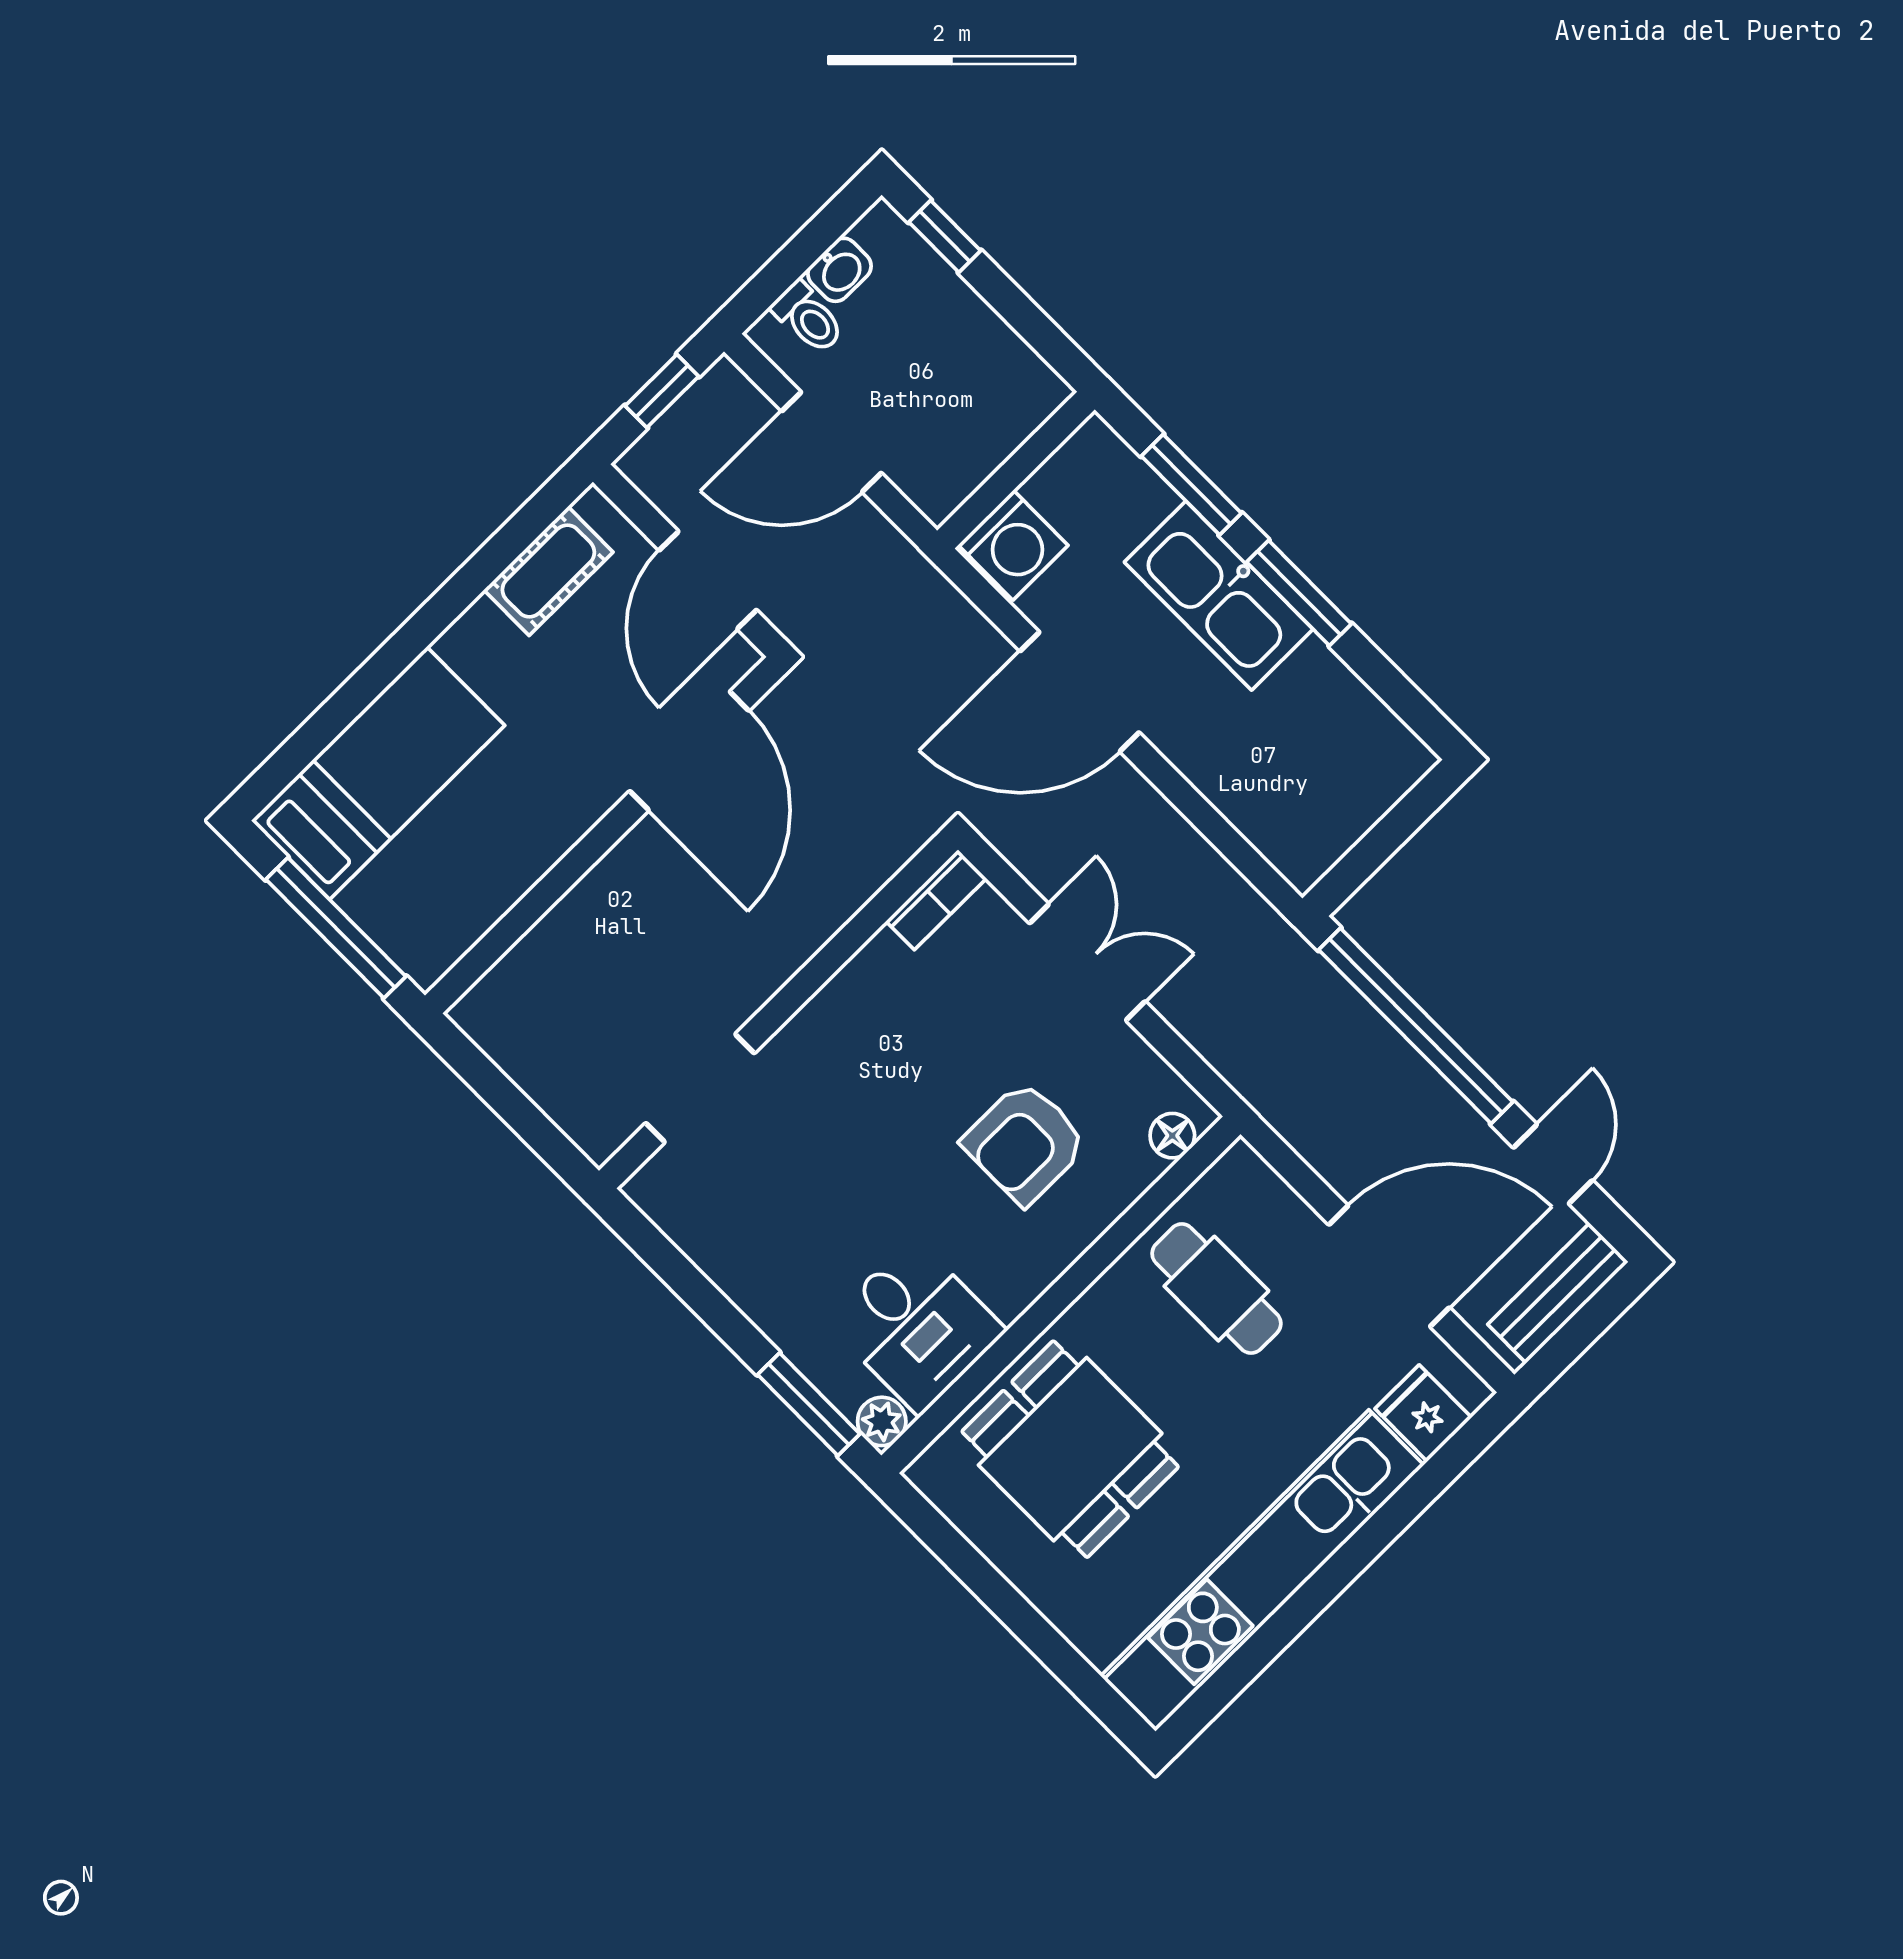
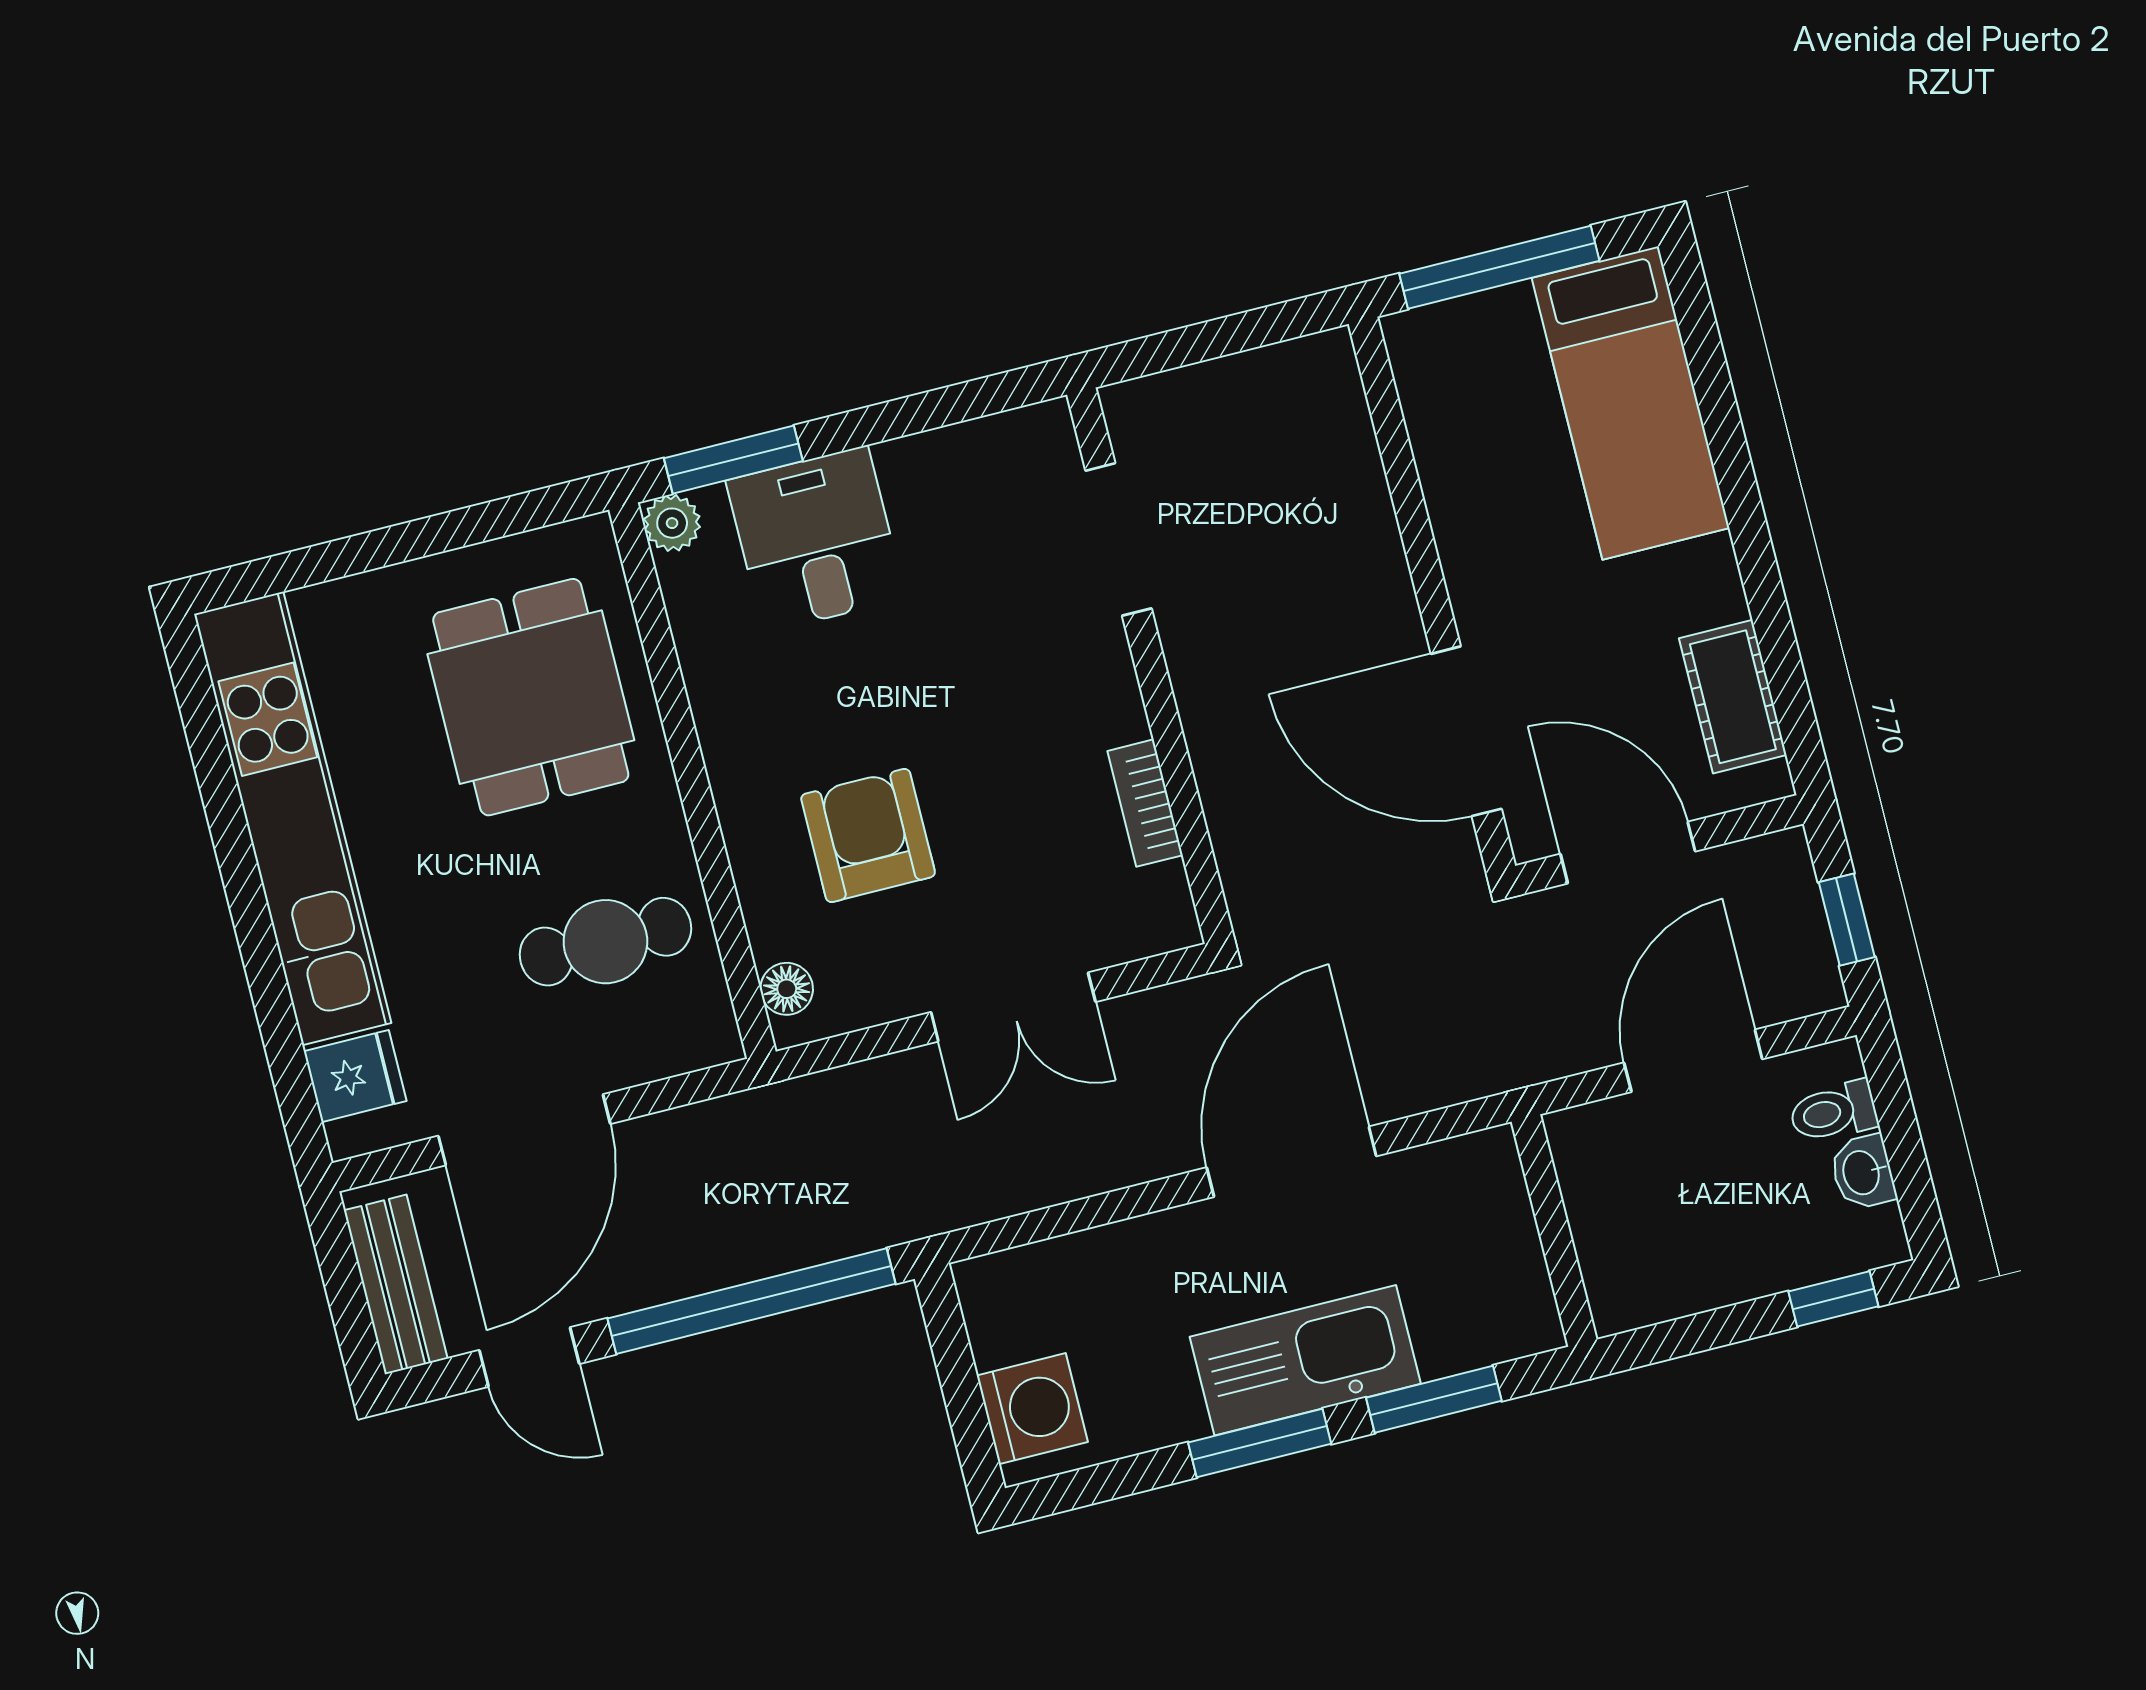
washing machine: (1013, 545) -> (1032, 1409), moved, turned 180
bookcase: (936, 900) -> (1145, 803), moved
desk: (916, 1326) -> (816, 539), moved, turned 90
dining table: (1070, 1449) -> (531, 697), turned 90

